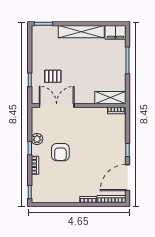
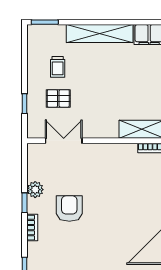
trolley: (52, 55) -> (58, 67), added
double door: (57, 105) -> (64, 141), width x0.73
armchair: (60, 152) -> (69, 208), turned 180

